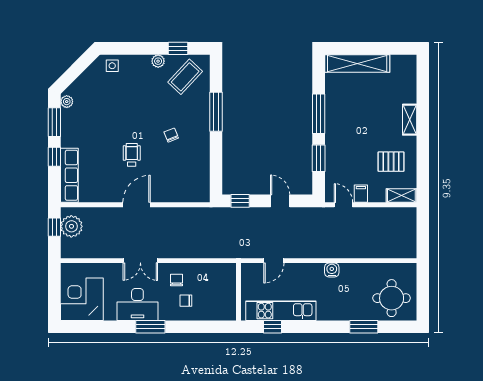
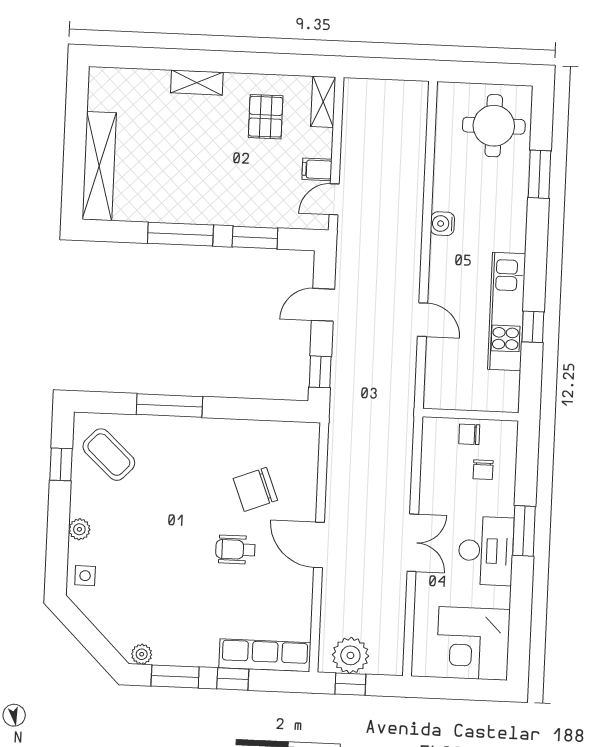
plant: (158, 61) -> (79, 529), moved
chair: (171, 135) -> (255, 489), moved, width x1.87, depth x1.87
chair: (177, 280) -> (469, 434), moved
wall: (239, 292) -> (471, 415), moved

